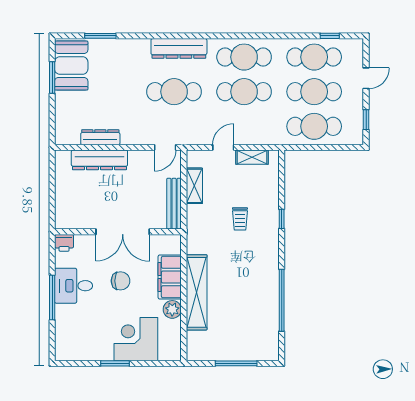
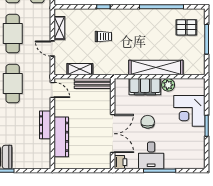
dresser: (100, 137) -> (45, 125), moved
double door: (123, 232) -> (113, 134), moved
pallet: (253, 335) -> (186, 27), added

